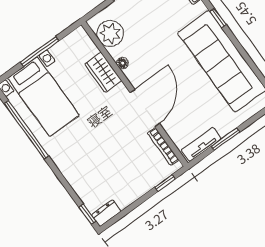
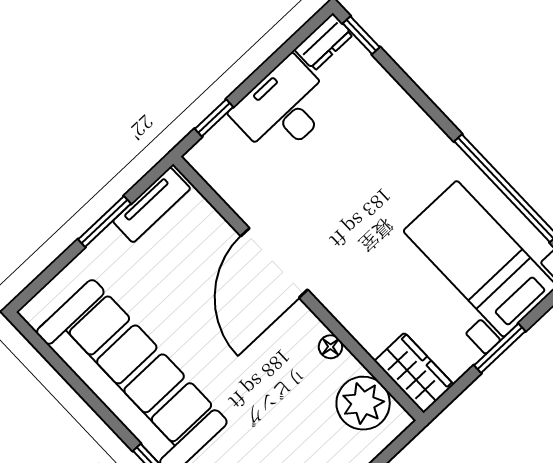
window: (40, 52) -> (500, 348), width x0.69
wardrobe: (103, 72) -> (414, 373), moved
bookcase: (163, 147) -> (227, 190), removed
desk: (130, 183) -> (283, 108), added

